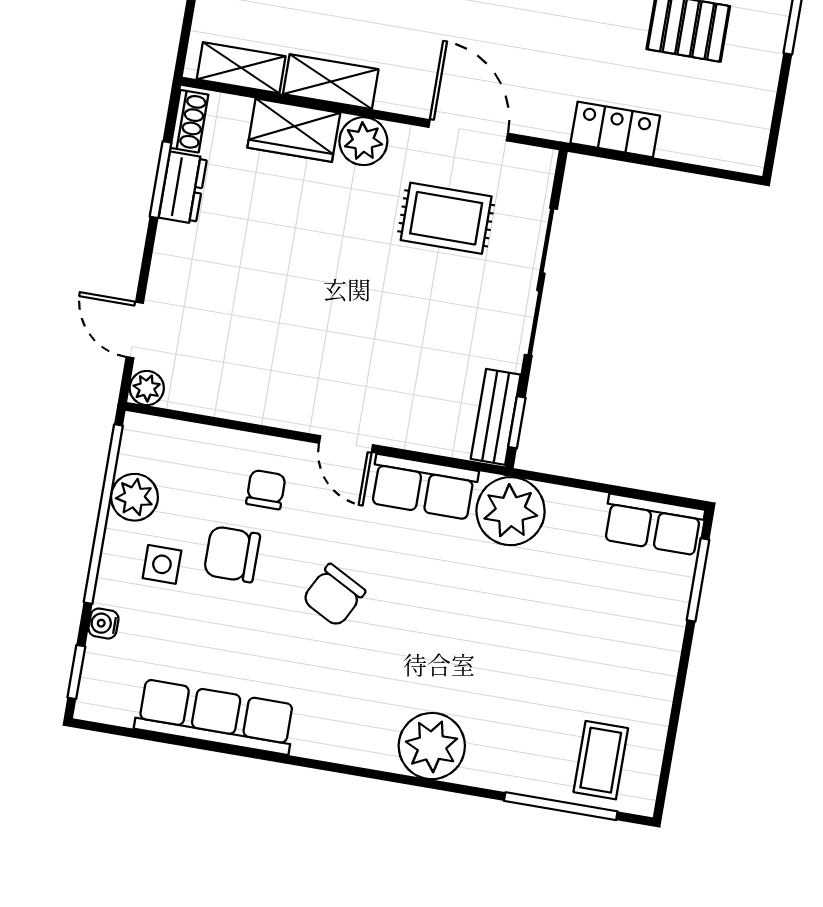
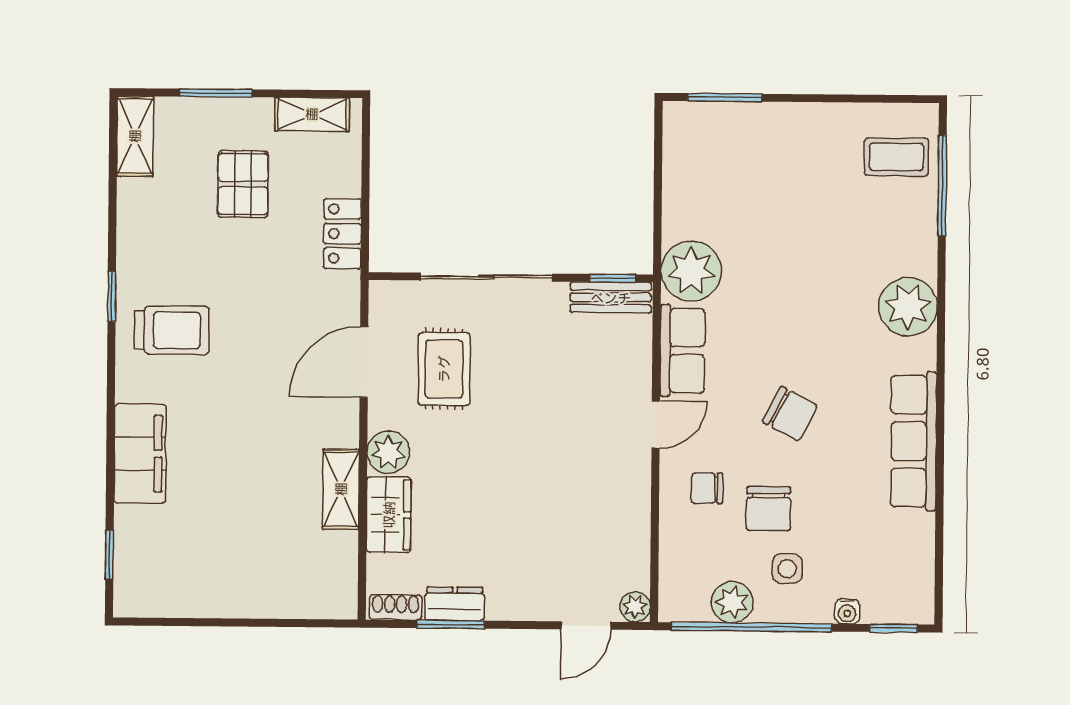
shelving: (241, 68) -> (312, 114), moved, turned 90
row of seats: (653, 525) -> (683, 144), removed
row of seats: (215, 717) -> (914, 441), moved

